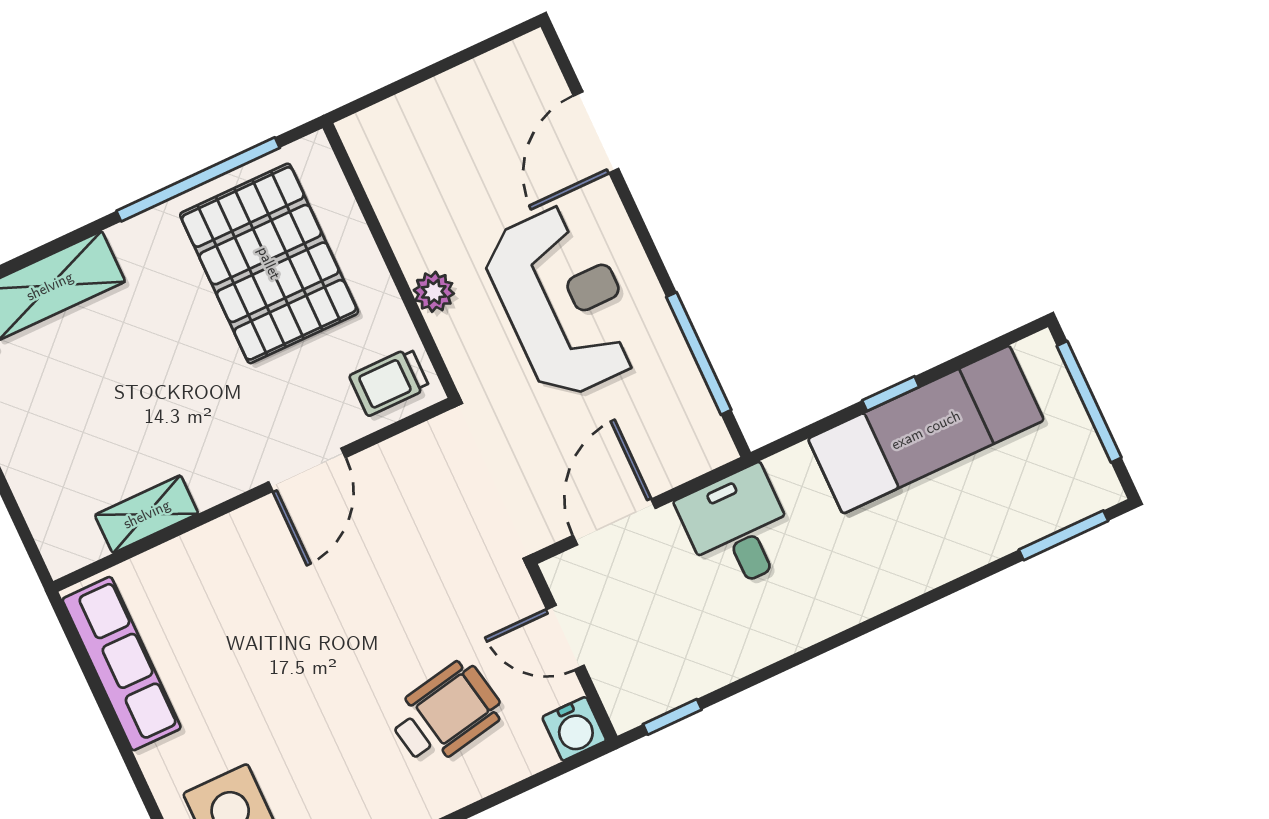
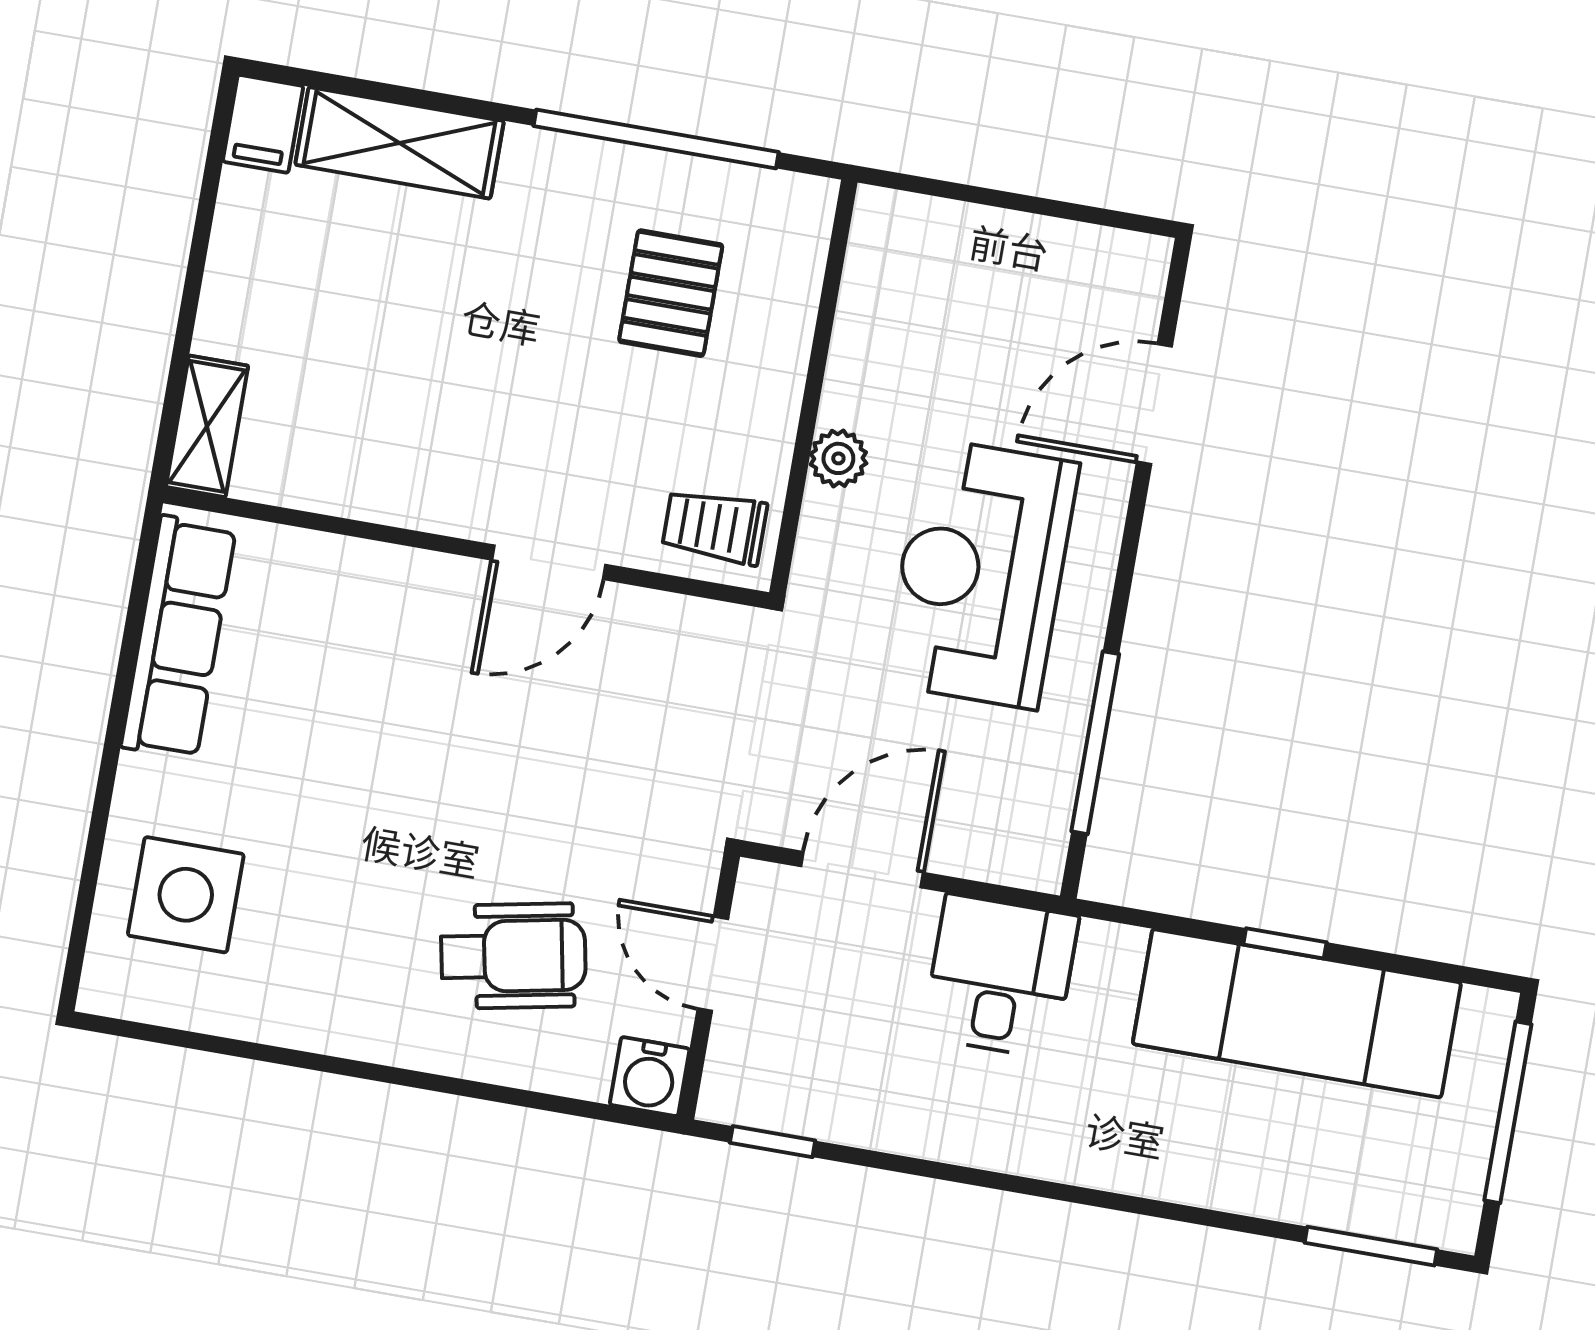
pallet: (269, 263) -> (671, 293), width x0.49, depth x0.50
reception desk: (563, 301) -> (981, 573), turned 180
shelving: (147, 514) -> (207, 426), moved, turned 90

